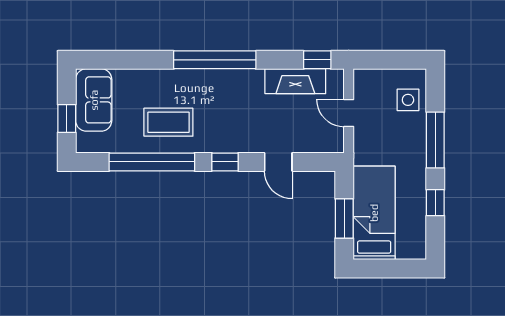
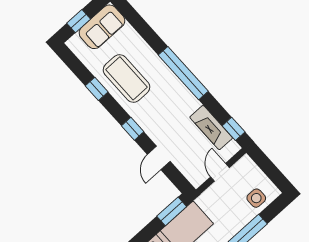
coffee table: (168, 122) -> (127, 78), width x1.36, depth x1.32
window: (152, 162) -> (97, 89), width x0.32
window: (344, 218) -> (172, 211), moved

